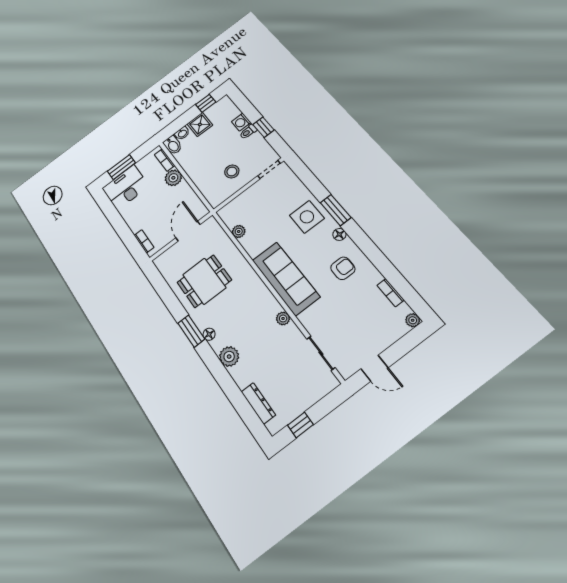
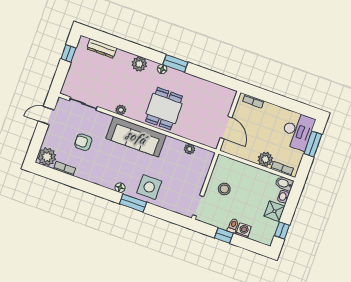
armchair: (343, 268) -> (83, 142), moved, turned 90
dining table: (204, 281) -> (164, 109), moved
plant: (413, 320) -> (47, 157), width x1.88, depth x1.88

